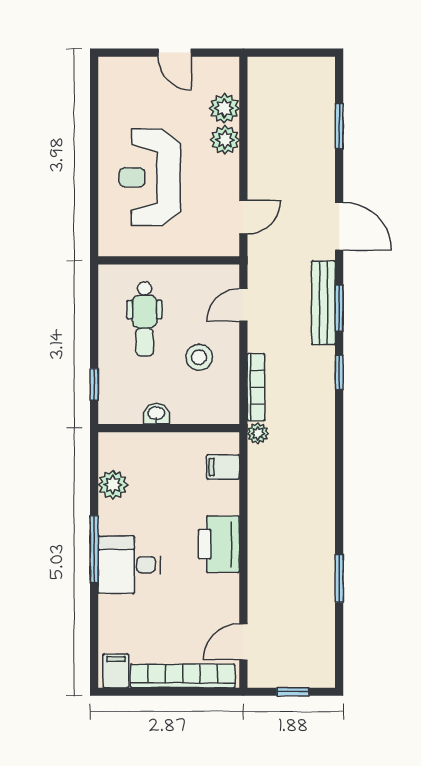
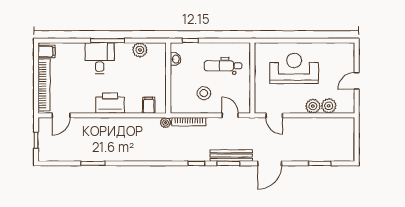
washbasin: (156, 414) -> (175, 59), moved
door: (243, 642) -> (61, 115), swing flipped

